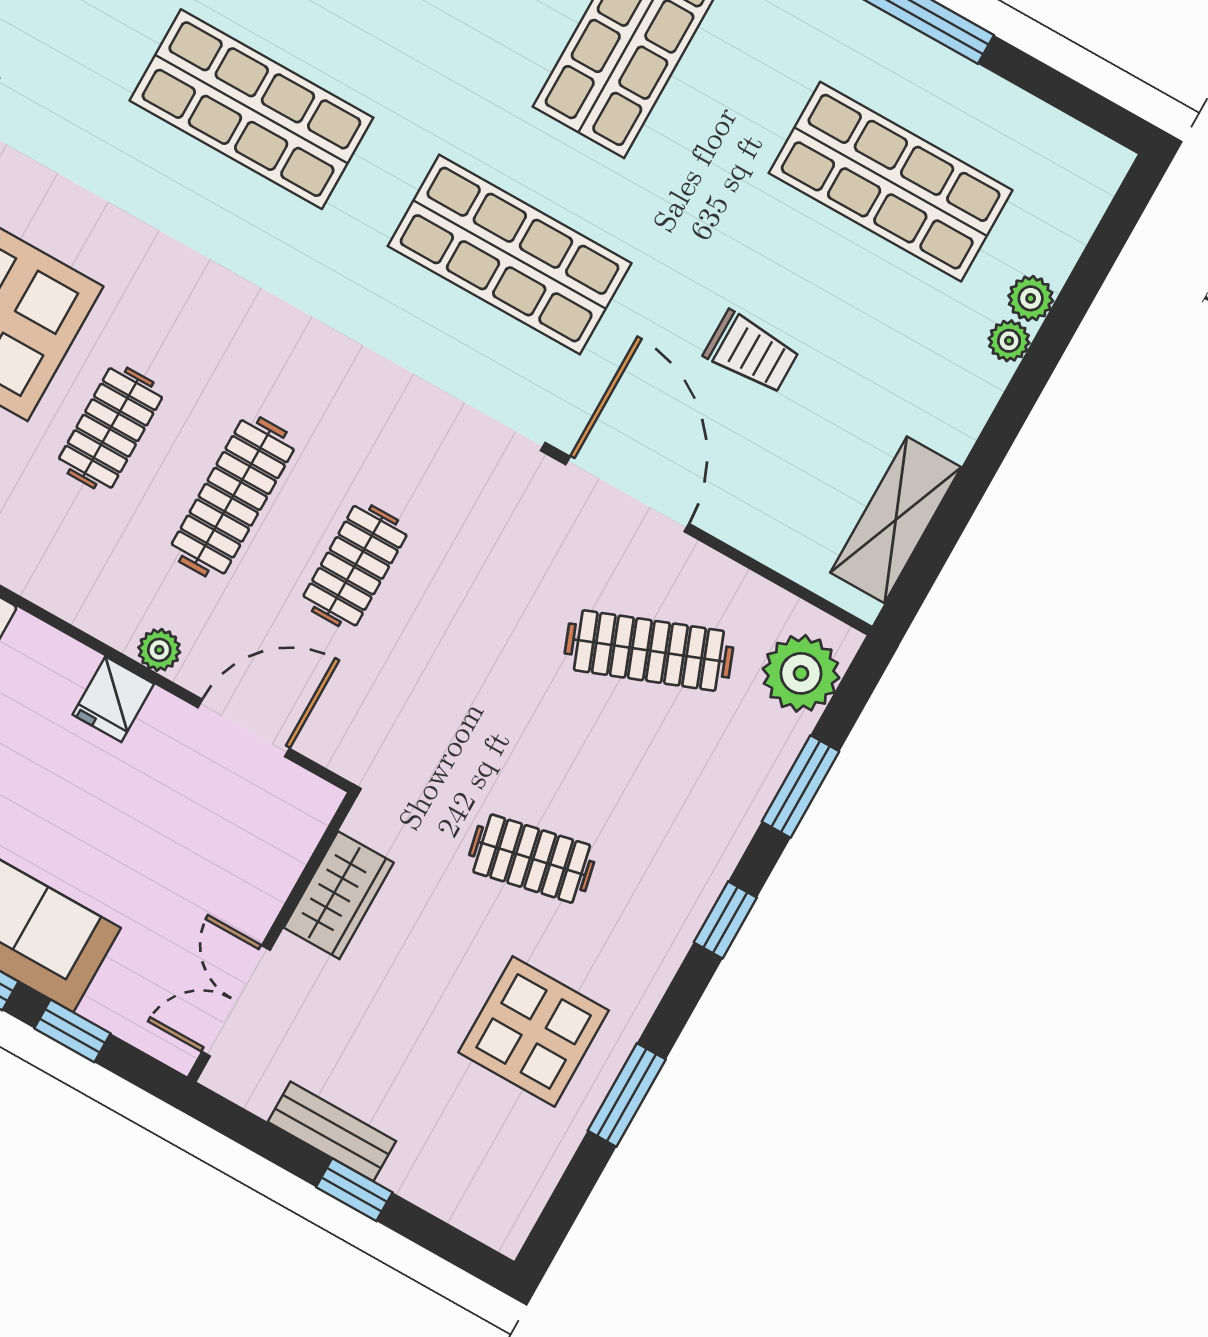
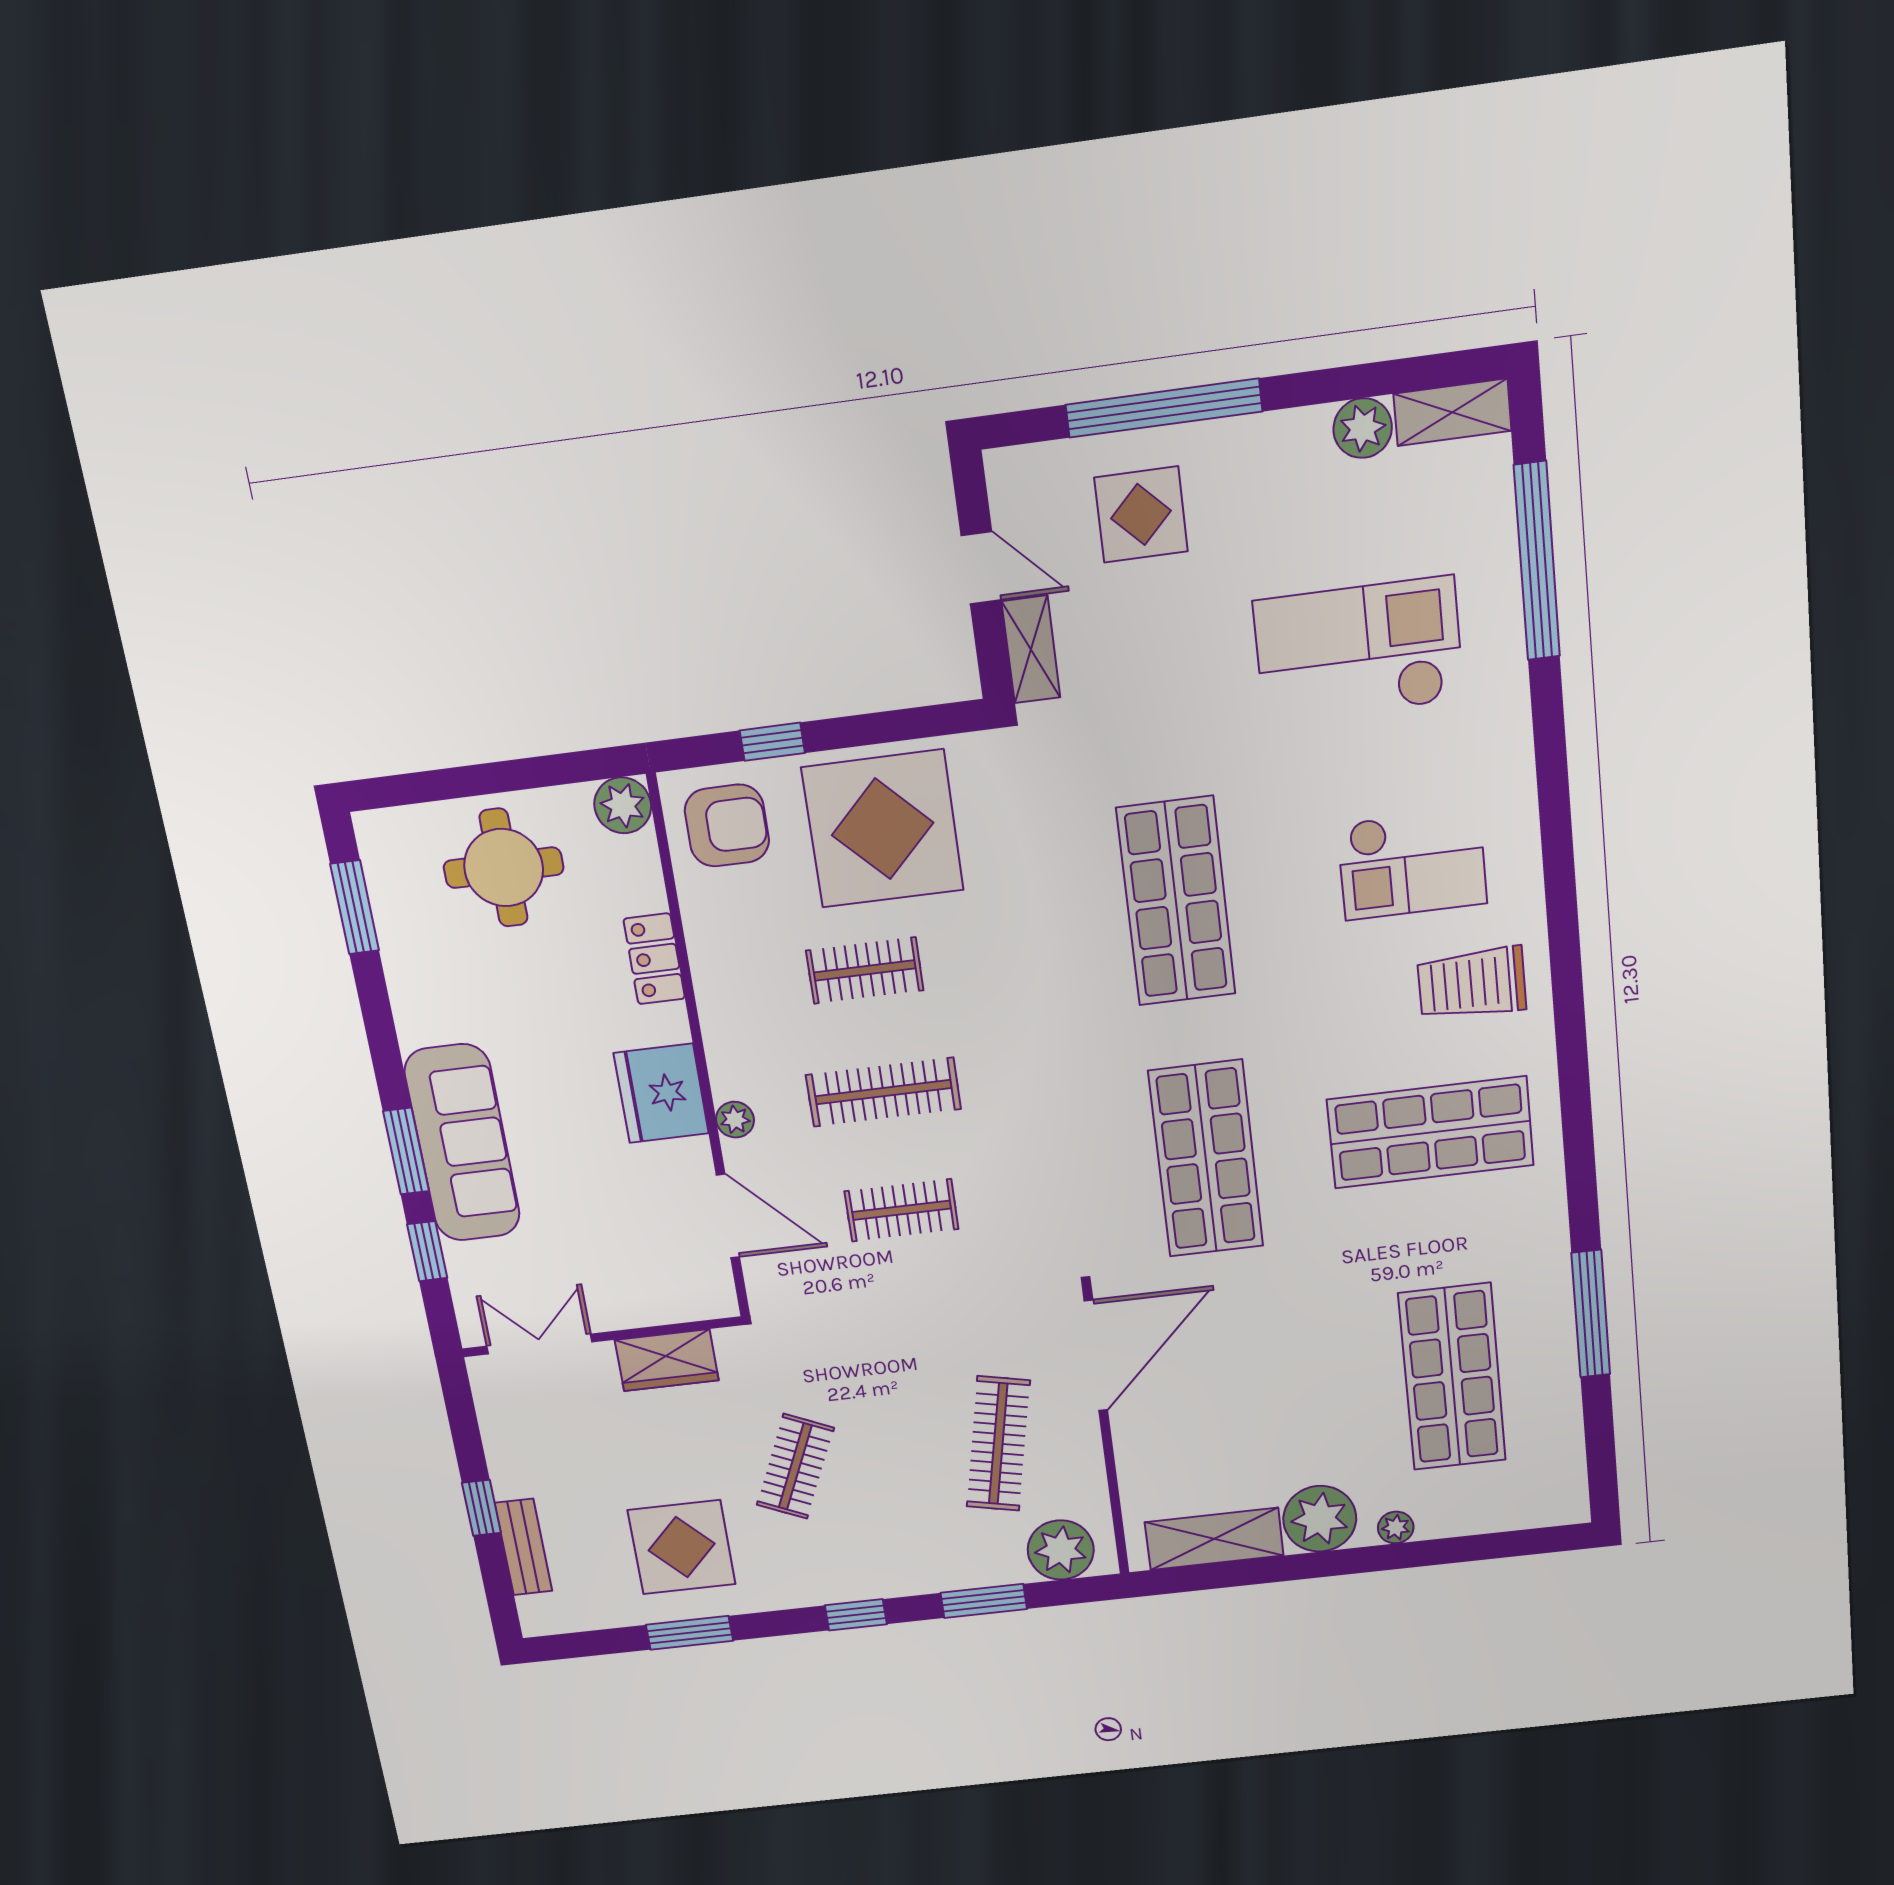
plant: (1031, 298) -> (1320, 1519), moved, width x1.87, depth x1.87
trolley: (751, 352) -> (1260, 1368), removed
clothes rail: (649, 651) -> (998, 1444), turned 33
fridge: (113, 699) -> (661, 1093), width x1.88, depth x1.34
clothes rail: (532, 859) -> (795, 1466), turned 36
bench: (332, 1131) -> (523, 1547), moved

